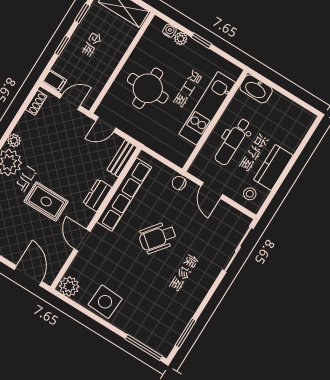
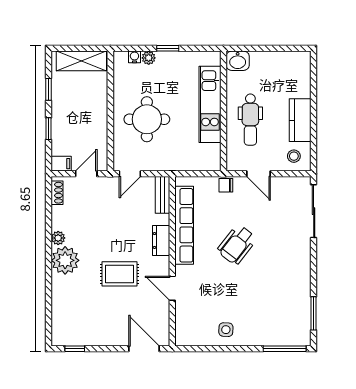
washbasin: (256, 89) -> (238, 61), width x0.72
plant: (69, 286) -> (186, 336), removed
side table: (105, 302) -> (226, 330), width x0.54, depth x0.54

